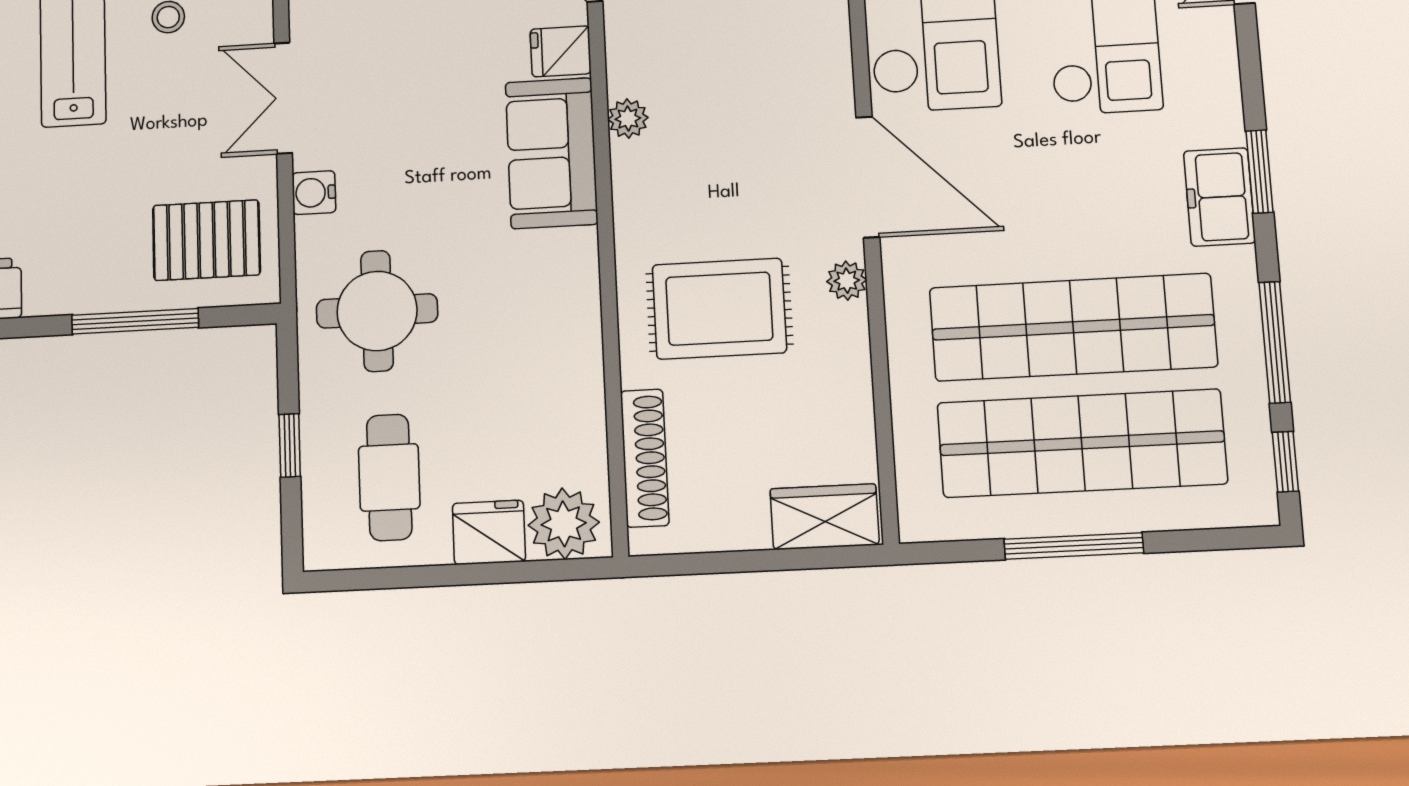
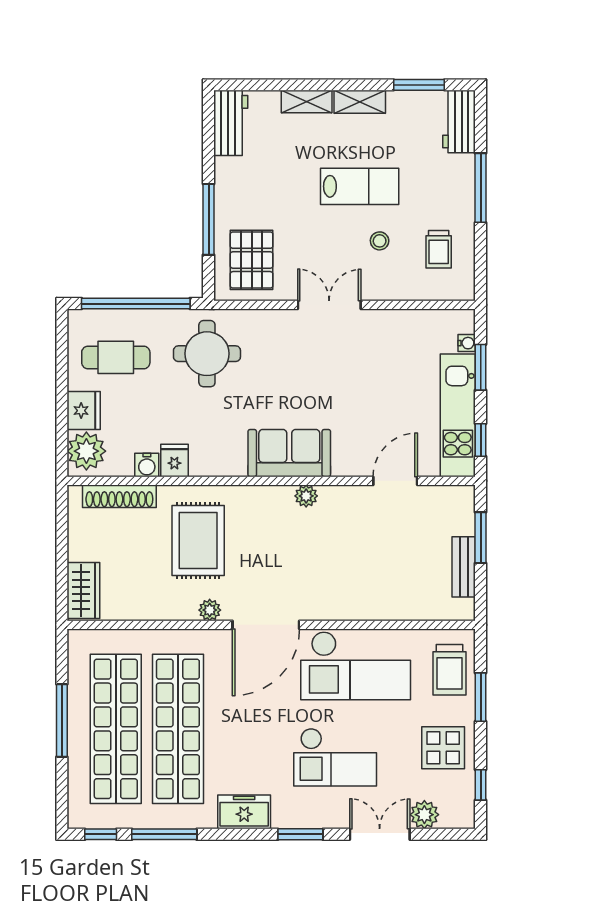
fridge: (561, 51) -> (174, 461), moved
window: (1259, 172) -> (300, 834), moved
water cooler: (314, 193) -> (147, 465), moved, turned 180
window: (290, 446) -> (136, 304), width x3.17

